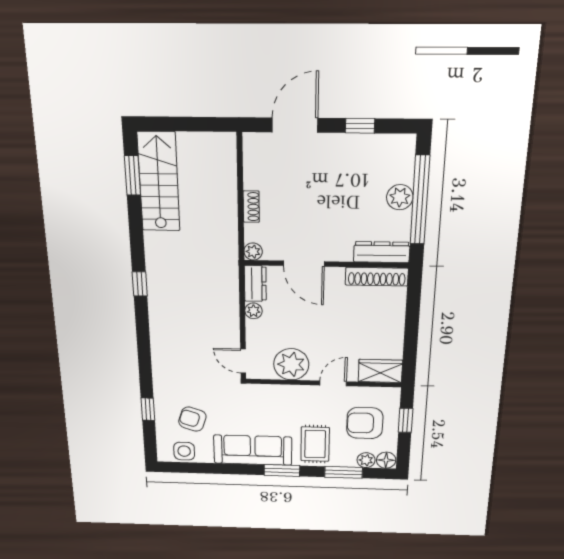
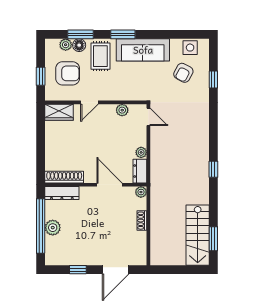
plant: (291, 364) -> (122, 110), width x0.53, depth x0.53
armchair: (192, 419) -> (183, 73), turned 100
floor lamp: (386, 460) -> (79, 45), moved

